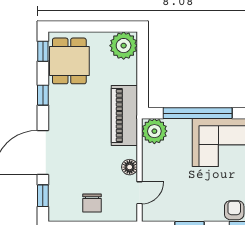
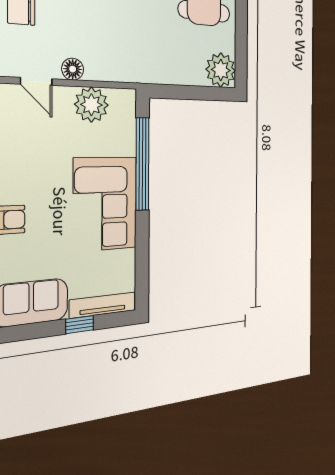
piano: (124, 115) -> (140, 66), removed
plant: (154, 131) -> (91, 105), moved

